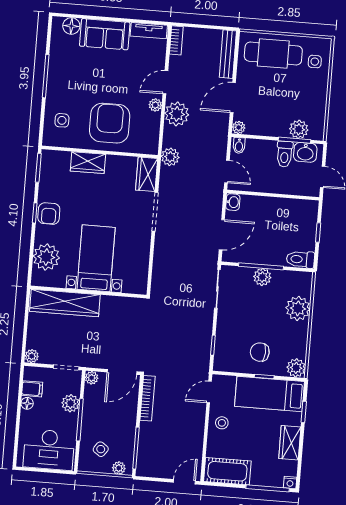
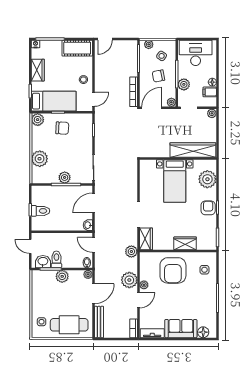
plant: (299, 129) -> (62, 276), moved
toilet: (300, 259) -> (40, 211), moved
chair: (108, 419) -> (158, 76), added

